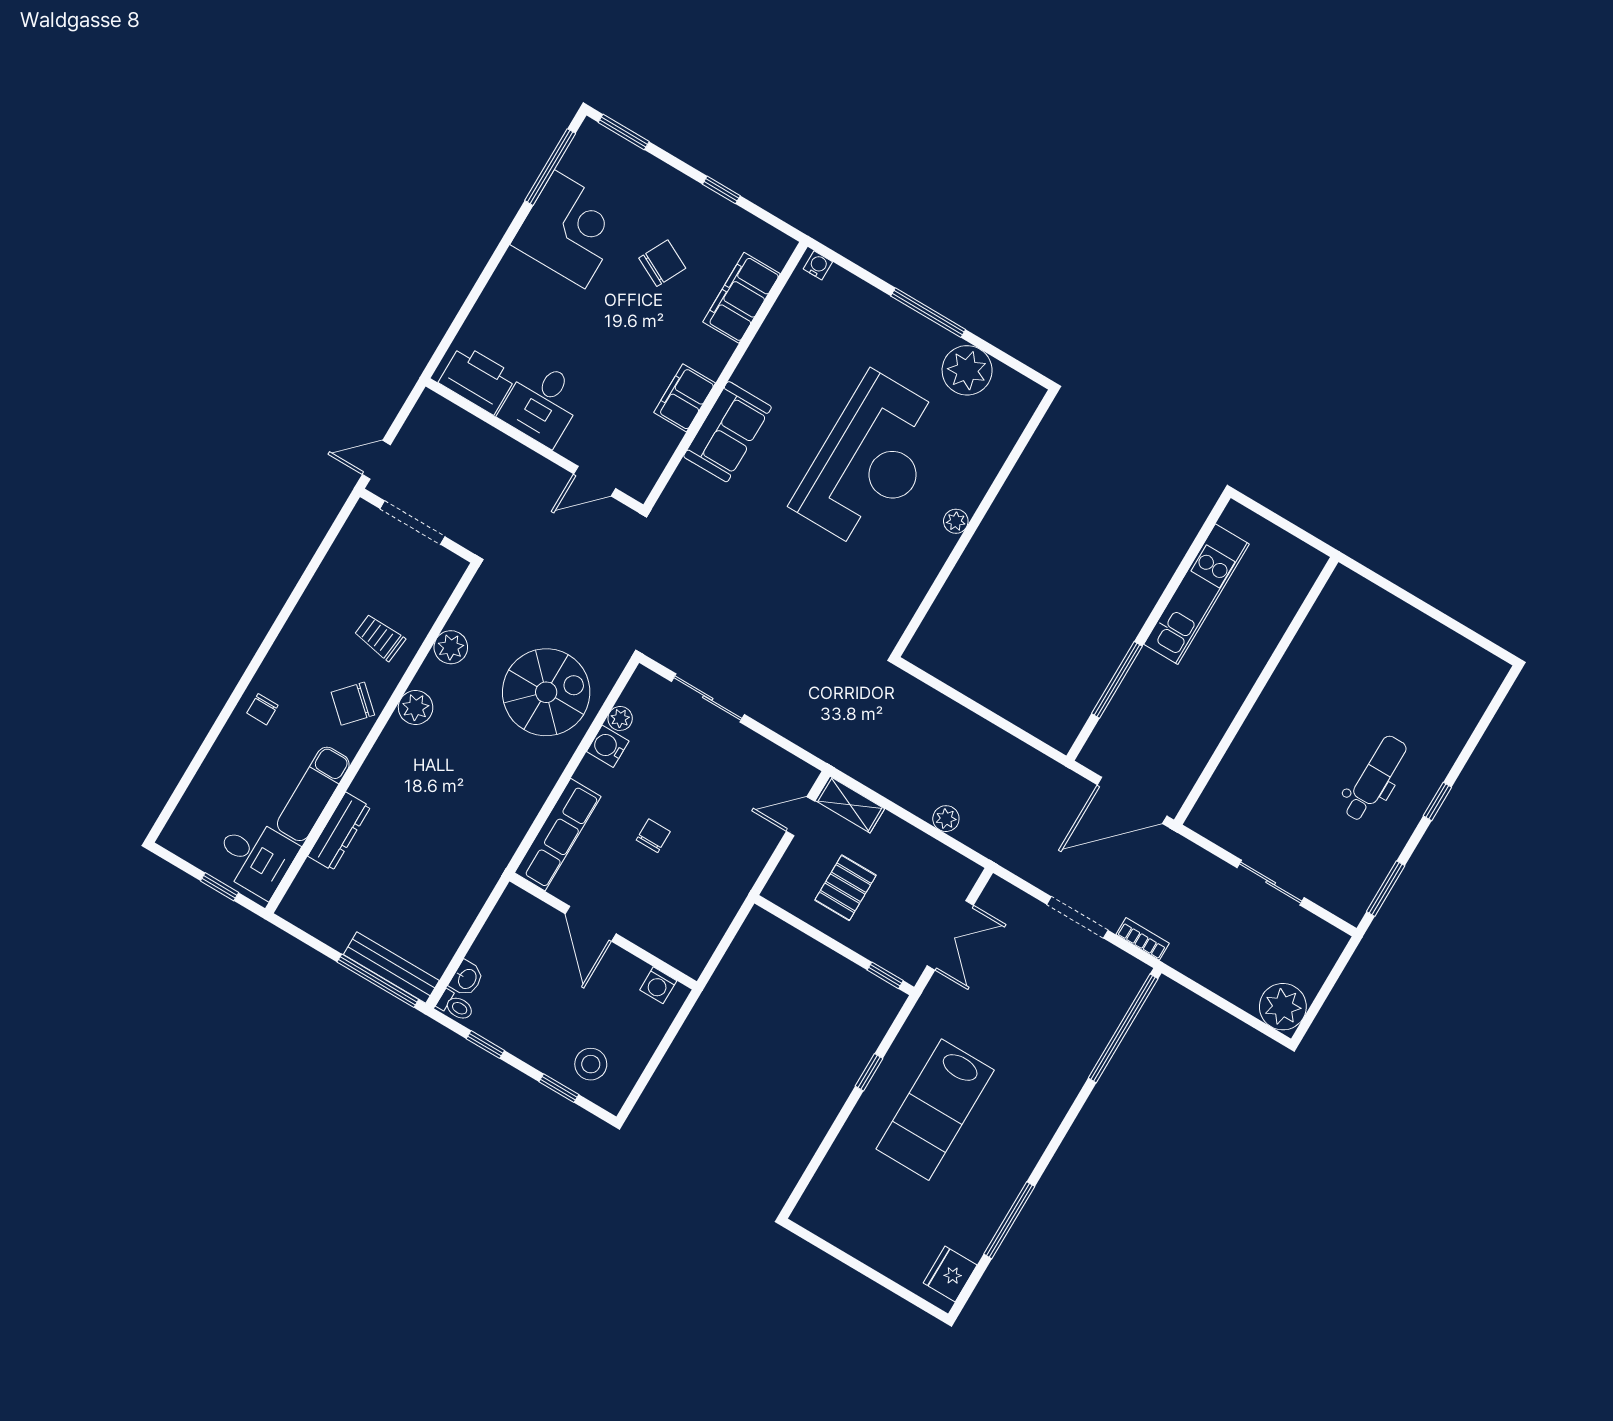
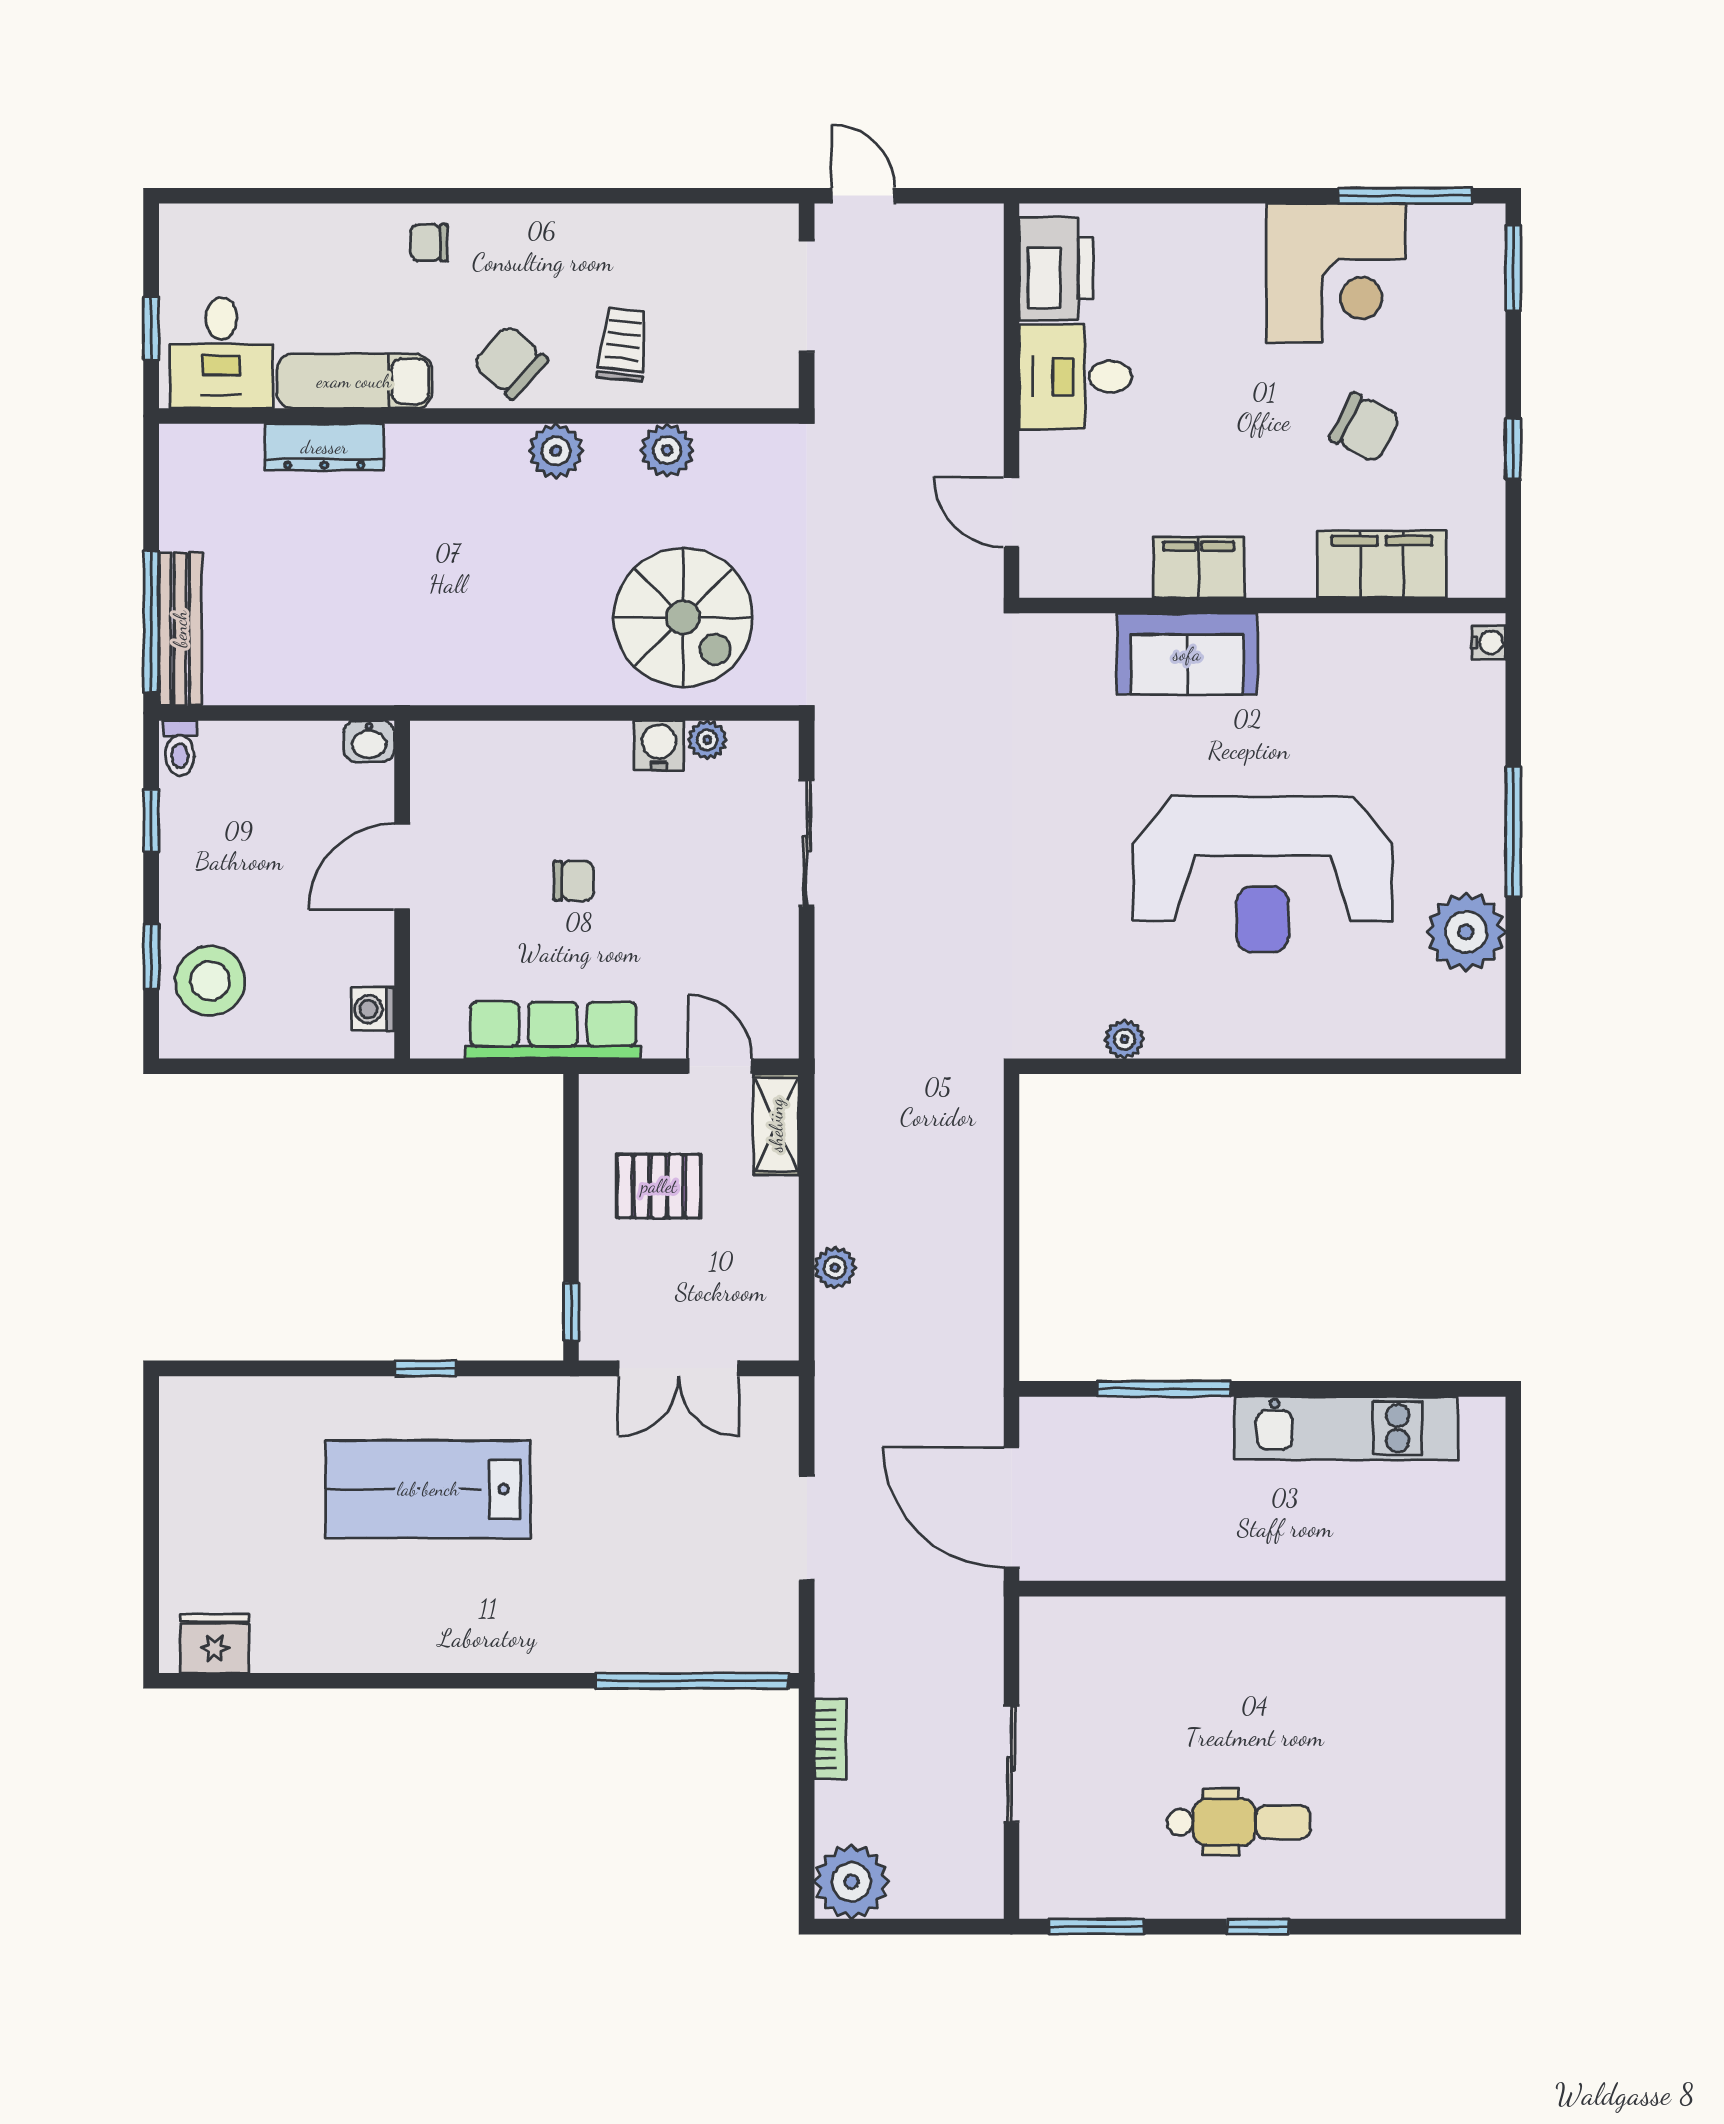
plant: (956, 521) -> (1124, 1039), moved
row of seats: (558, 835) -> (553, 1030), moved, turned 180
bookcase: (1143, 939) -> (830, 1739), moved
washbasin: (467, 979) -> (369, 741), moved
stool: (591, 1064) -> (210, 981), width x1.38, depth x1.38
window: (1009, 1220) -> (337, 1681), removed

